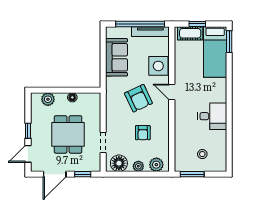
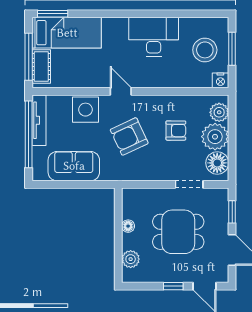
window: (197, 24) -> (29, 57), width x2.17
door: (172, 92) -> (121, 91), swing flipped
armchair: (138, 98) -> (129, 136), turned 180
desk: (212, 116) -> (154, 37), width x1.37
stool: (202, 154) -> (205, 50), width x1.89, depth x1.89
plant: (138, 166) -> (215, 137), width x1.88, depth x1.88
nightstand: (180, 166) -> (220, 80), added
window: (192, 174) -> (232, 49), moved

